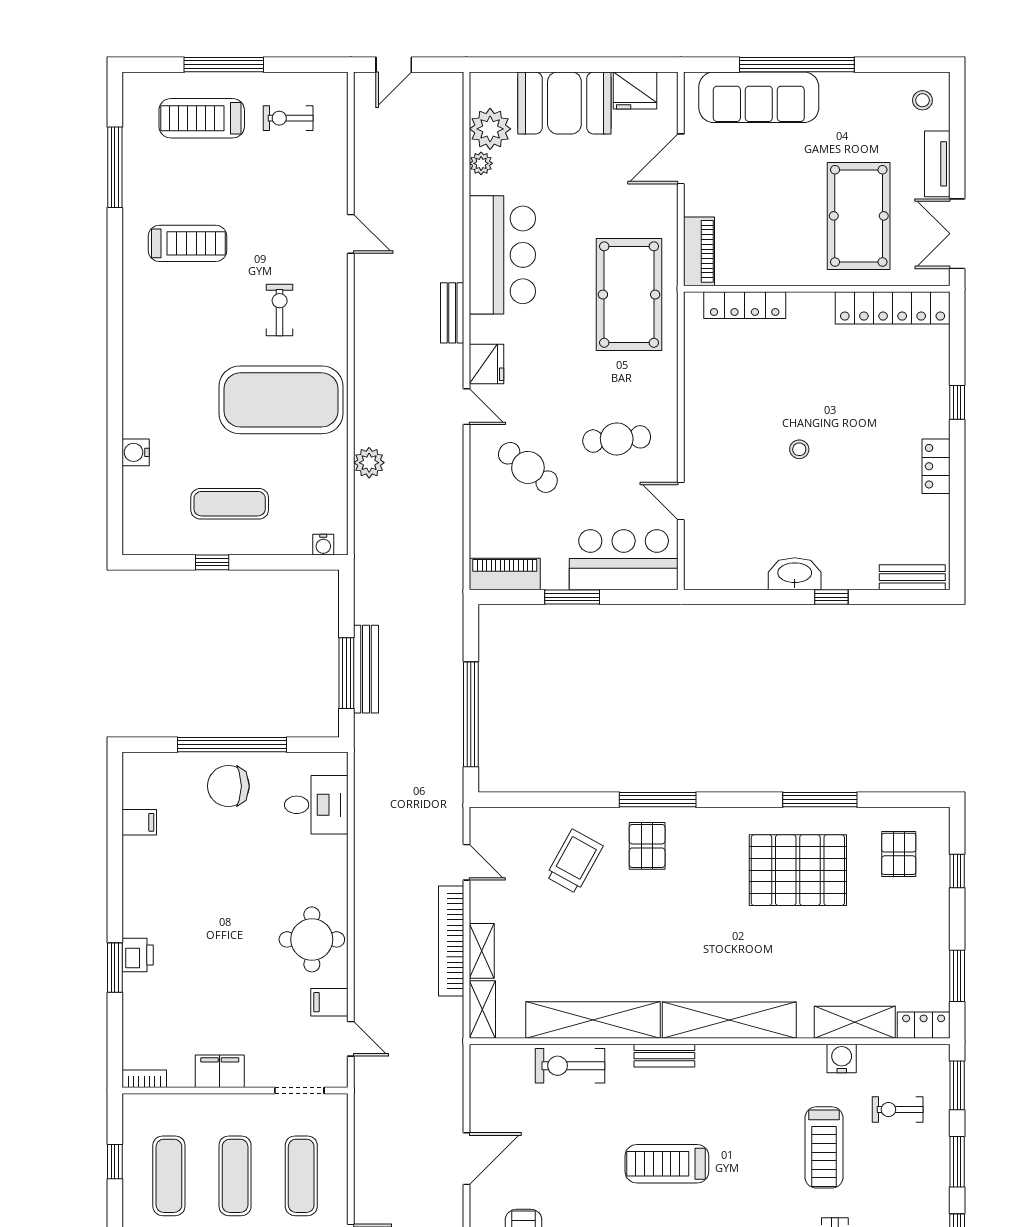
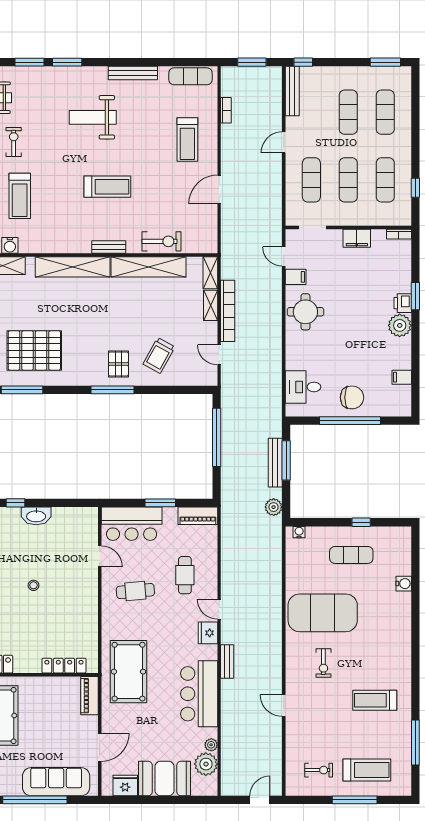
plant: (369, 463) -> (274, 507), moved
cafe table: (528, 467) -> (185, 575), turned 53
plant: (143, 915) -> (400, 325), added
treadmill: (824, 1147) -> (20, 196), turned 180

